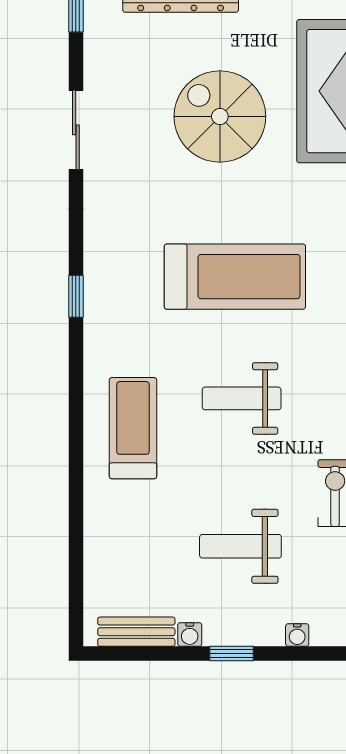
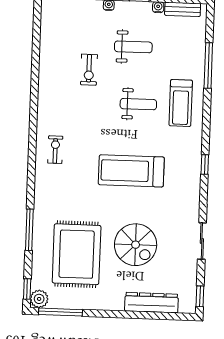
weight bench: (242, 398) -> (138, 104), moved
window: (76, 512) -> (208, 66), added

